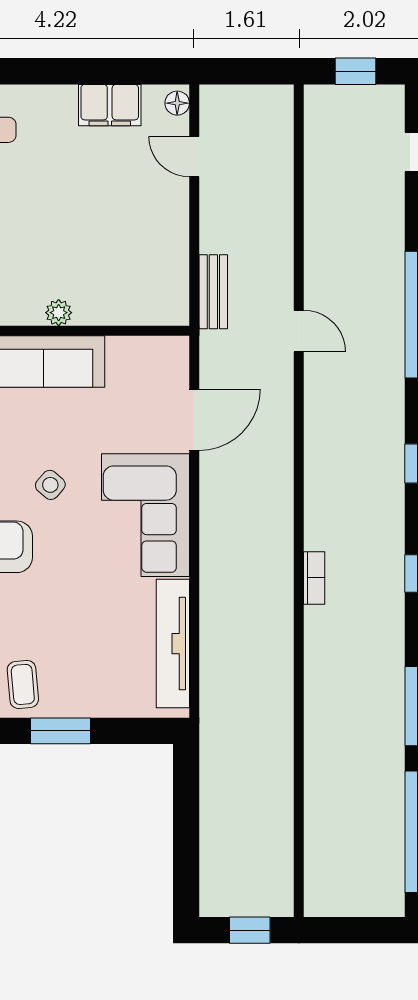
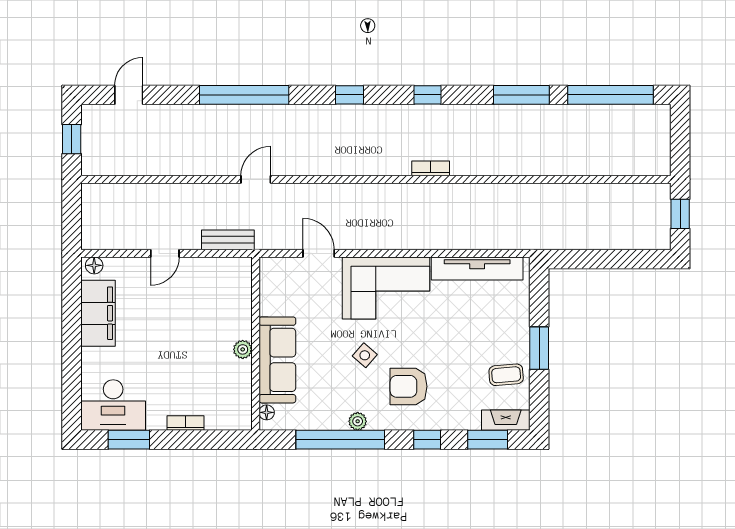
filing cabinet: (110, 105) -> (98, 313), width x1.50, depth x1.17
door: (194, 157) -> (165, 253), moved
door: (194, 420) -> (319, 253), width x0.73

